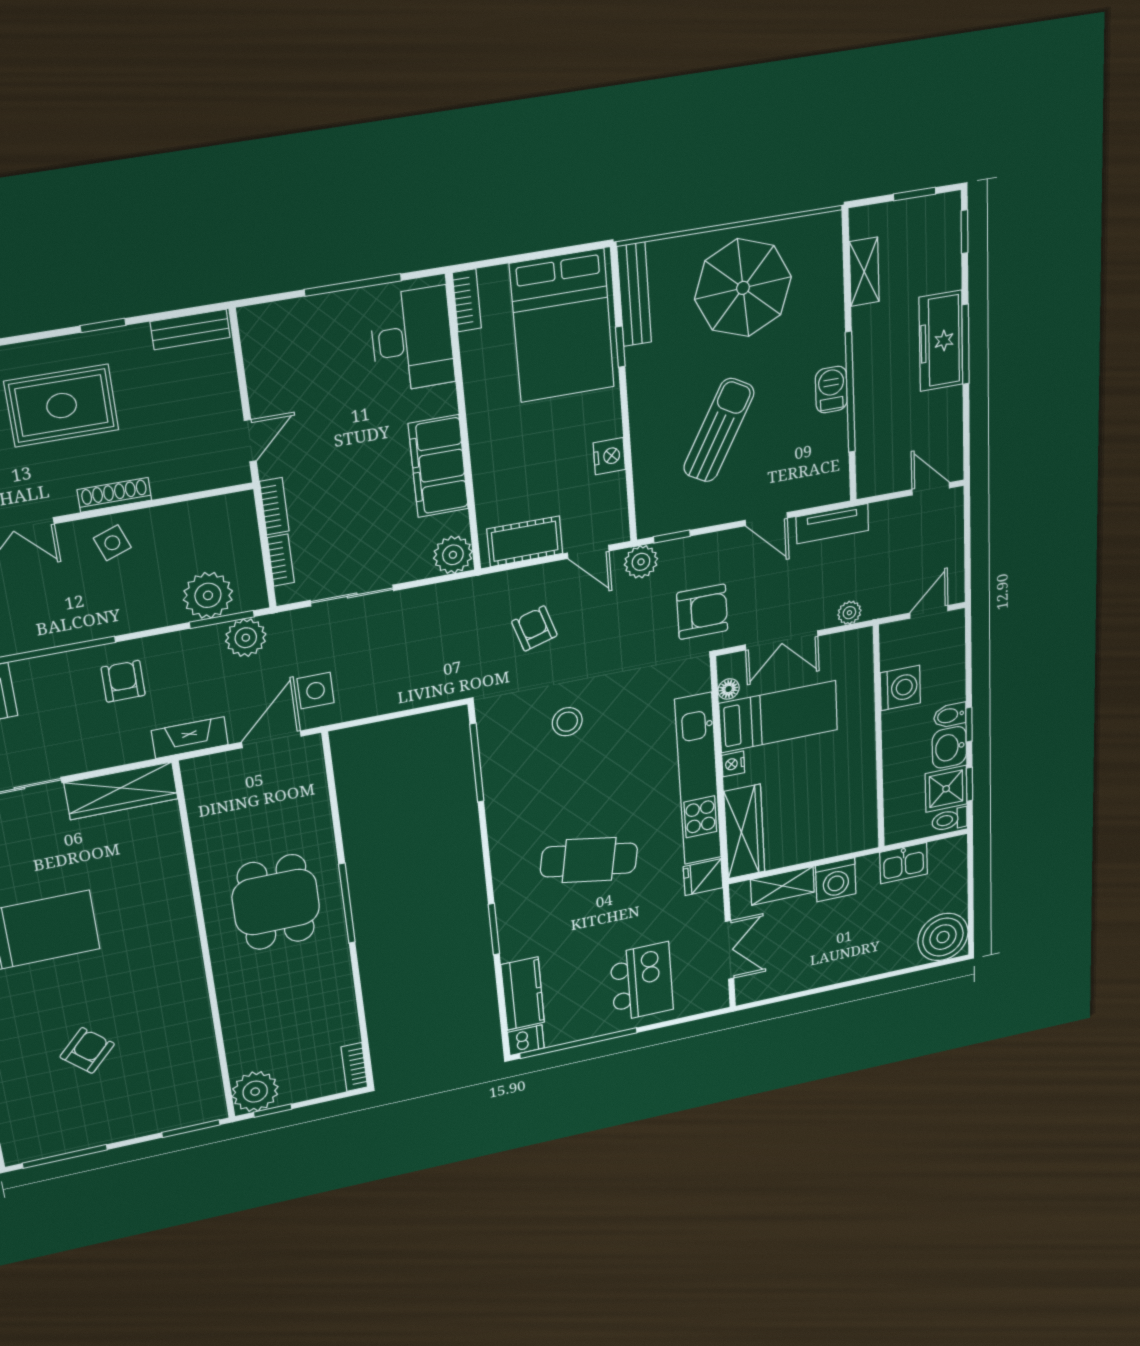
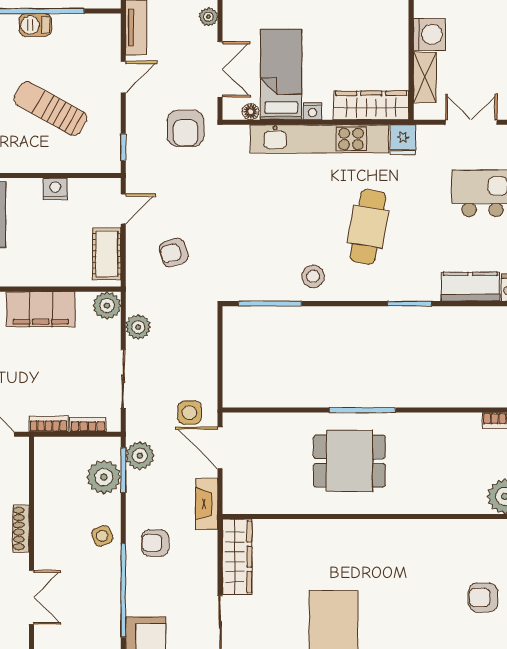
side table: (112, 543) -> (102, 536), moved
plant: (641, 562) -> (138, 327), moved
armchair: (702, 612) -> (185, 128), turned 180
stool: (567, 722) -> (313, 276), moved
armchair: (87, 1050) -> (483, 597), moved, turned -43

